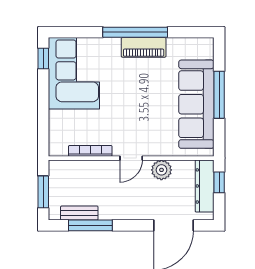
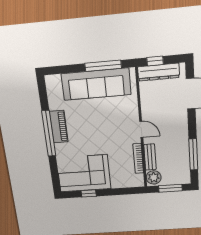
window: (43, 59) -> (89, 193), moved
window: (219, 95) -> (103, 66), moved
plant: (161, 170) -> (154, 177), moved
bench: (79, 213) -> (150, 157), moved

